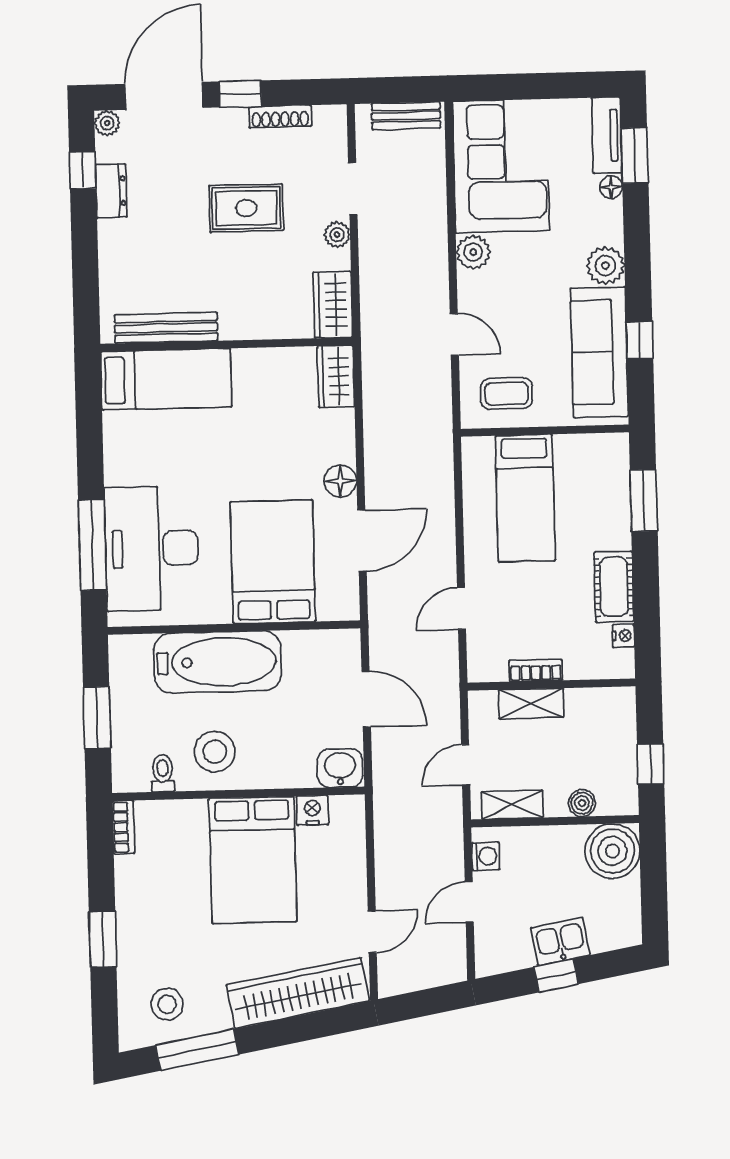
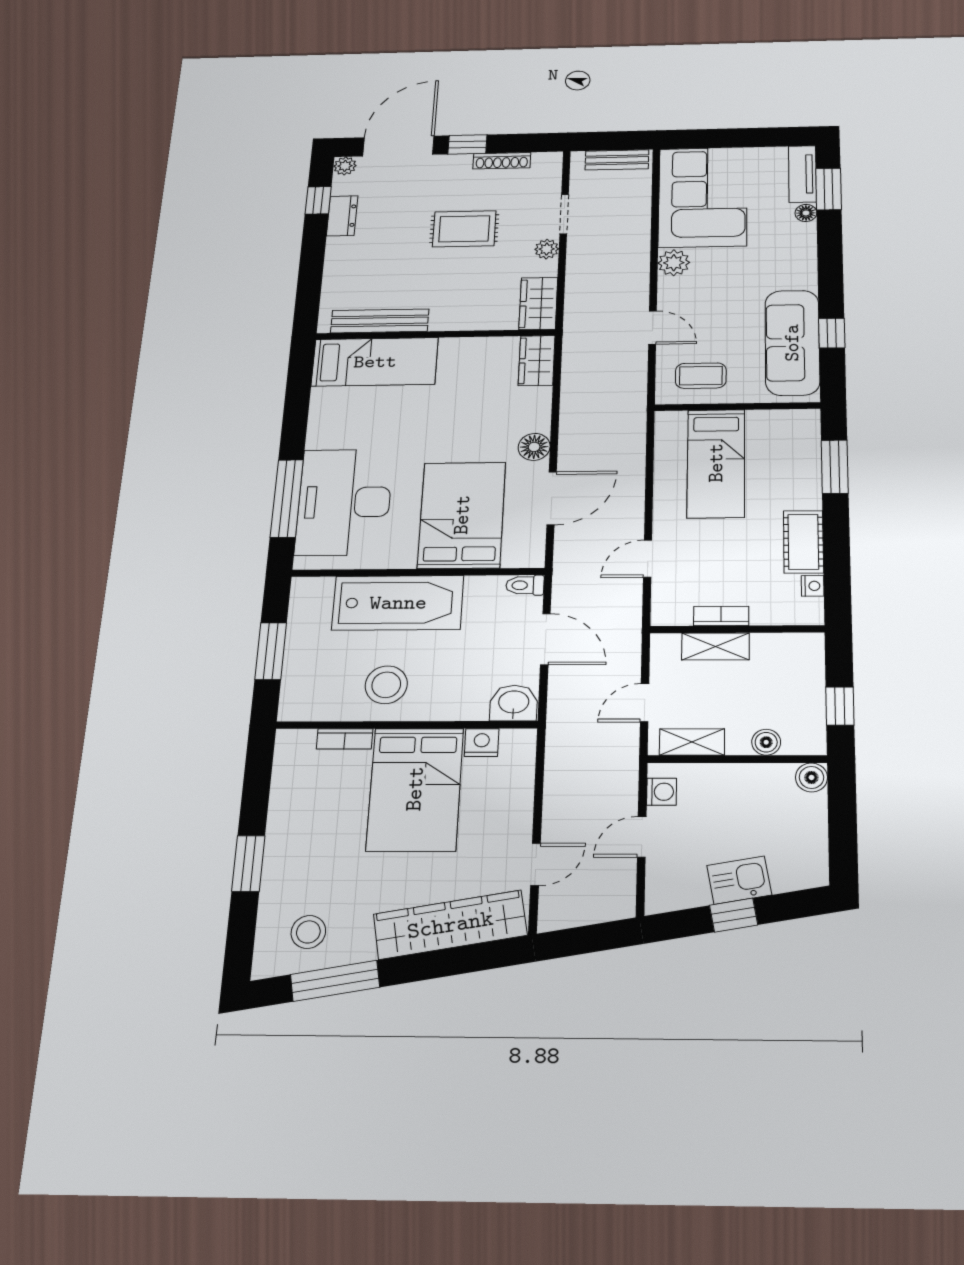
plant: (605, 266) -> (800, 274), removed
toilet: (163, 773) -> (525, 585), moved, turned -90
bookcase: (123, 827) -> (345, 739), moved, turned 90
boiler: (612, 851) -> (811, 777), width x0.54, depth x0.54

